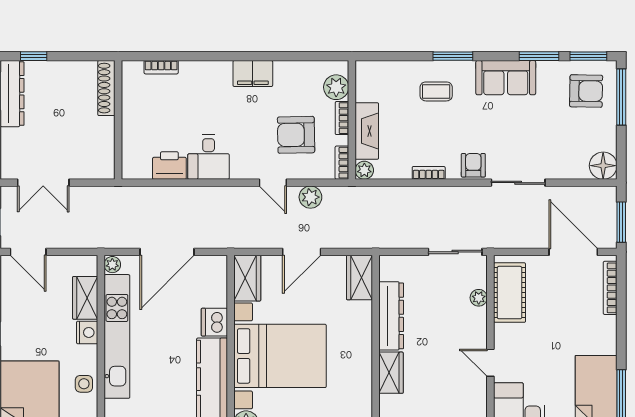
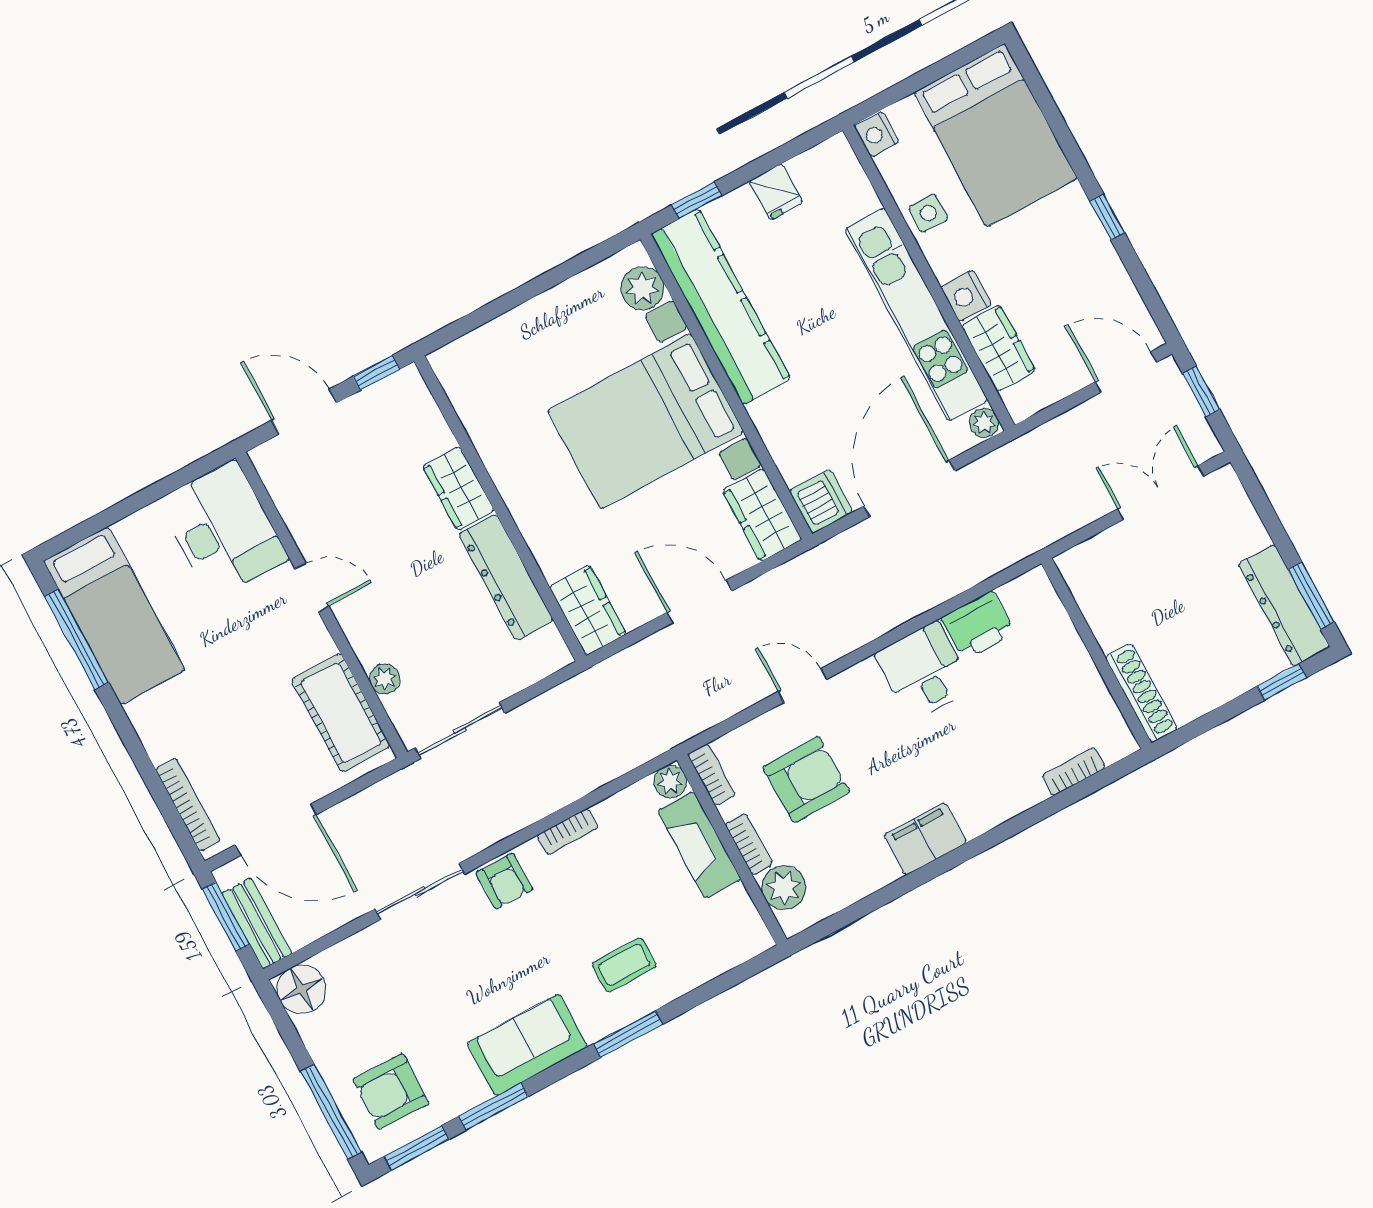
plant: (310, 197) -> (732, 694), removed
bench: (608, 210) -> (257, 923), added
door: (302, 252) -> (699, 602), hinge flipped
dishwasher: (214, 322) -> (821, 501), moved

